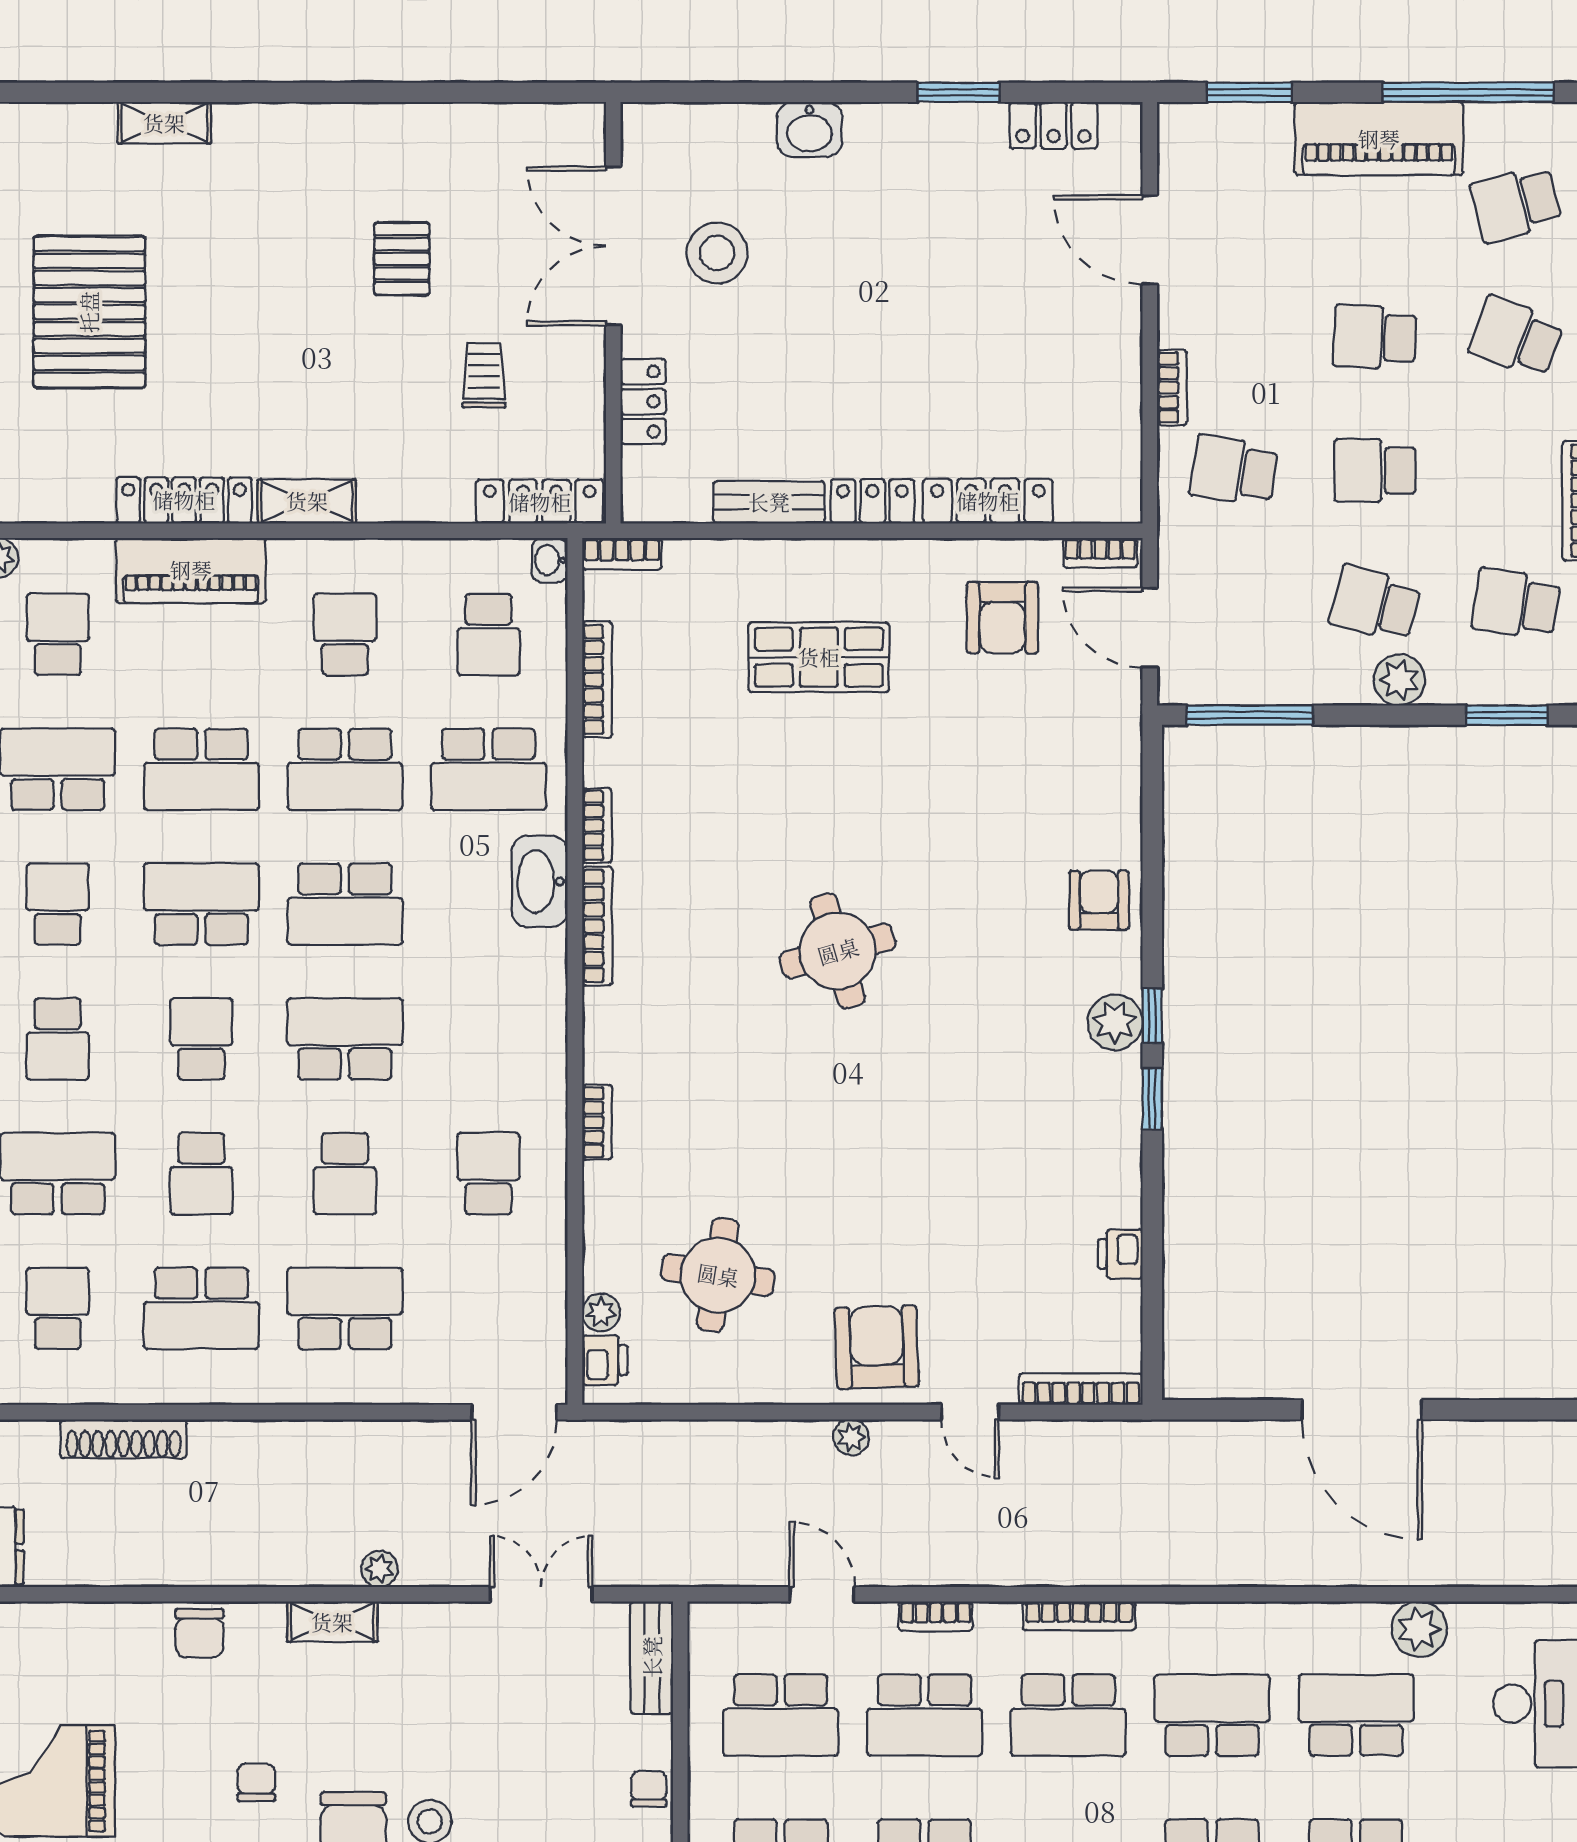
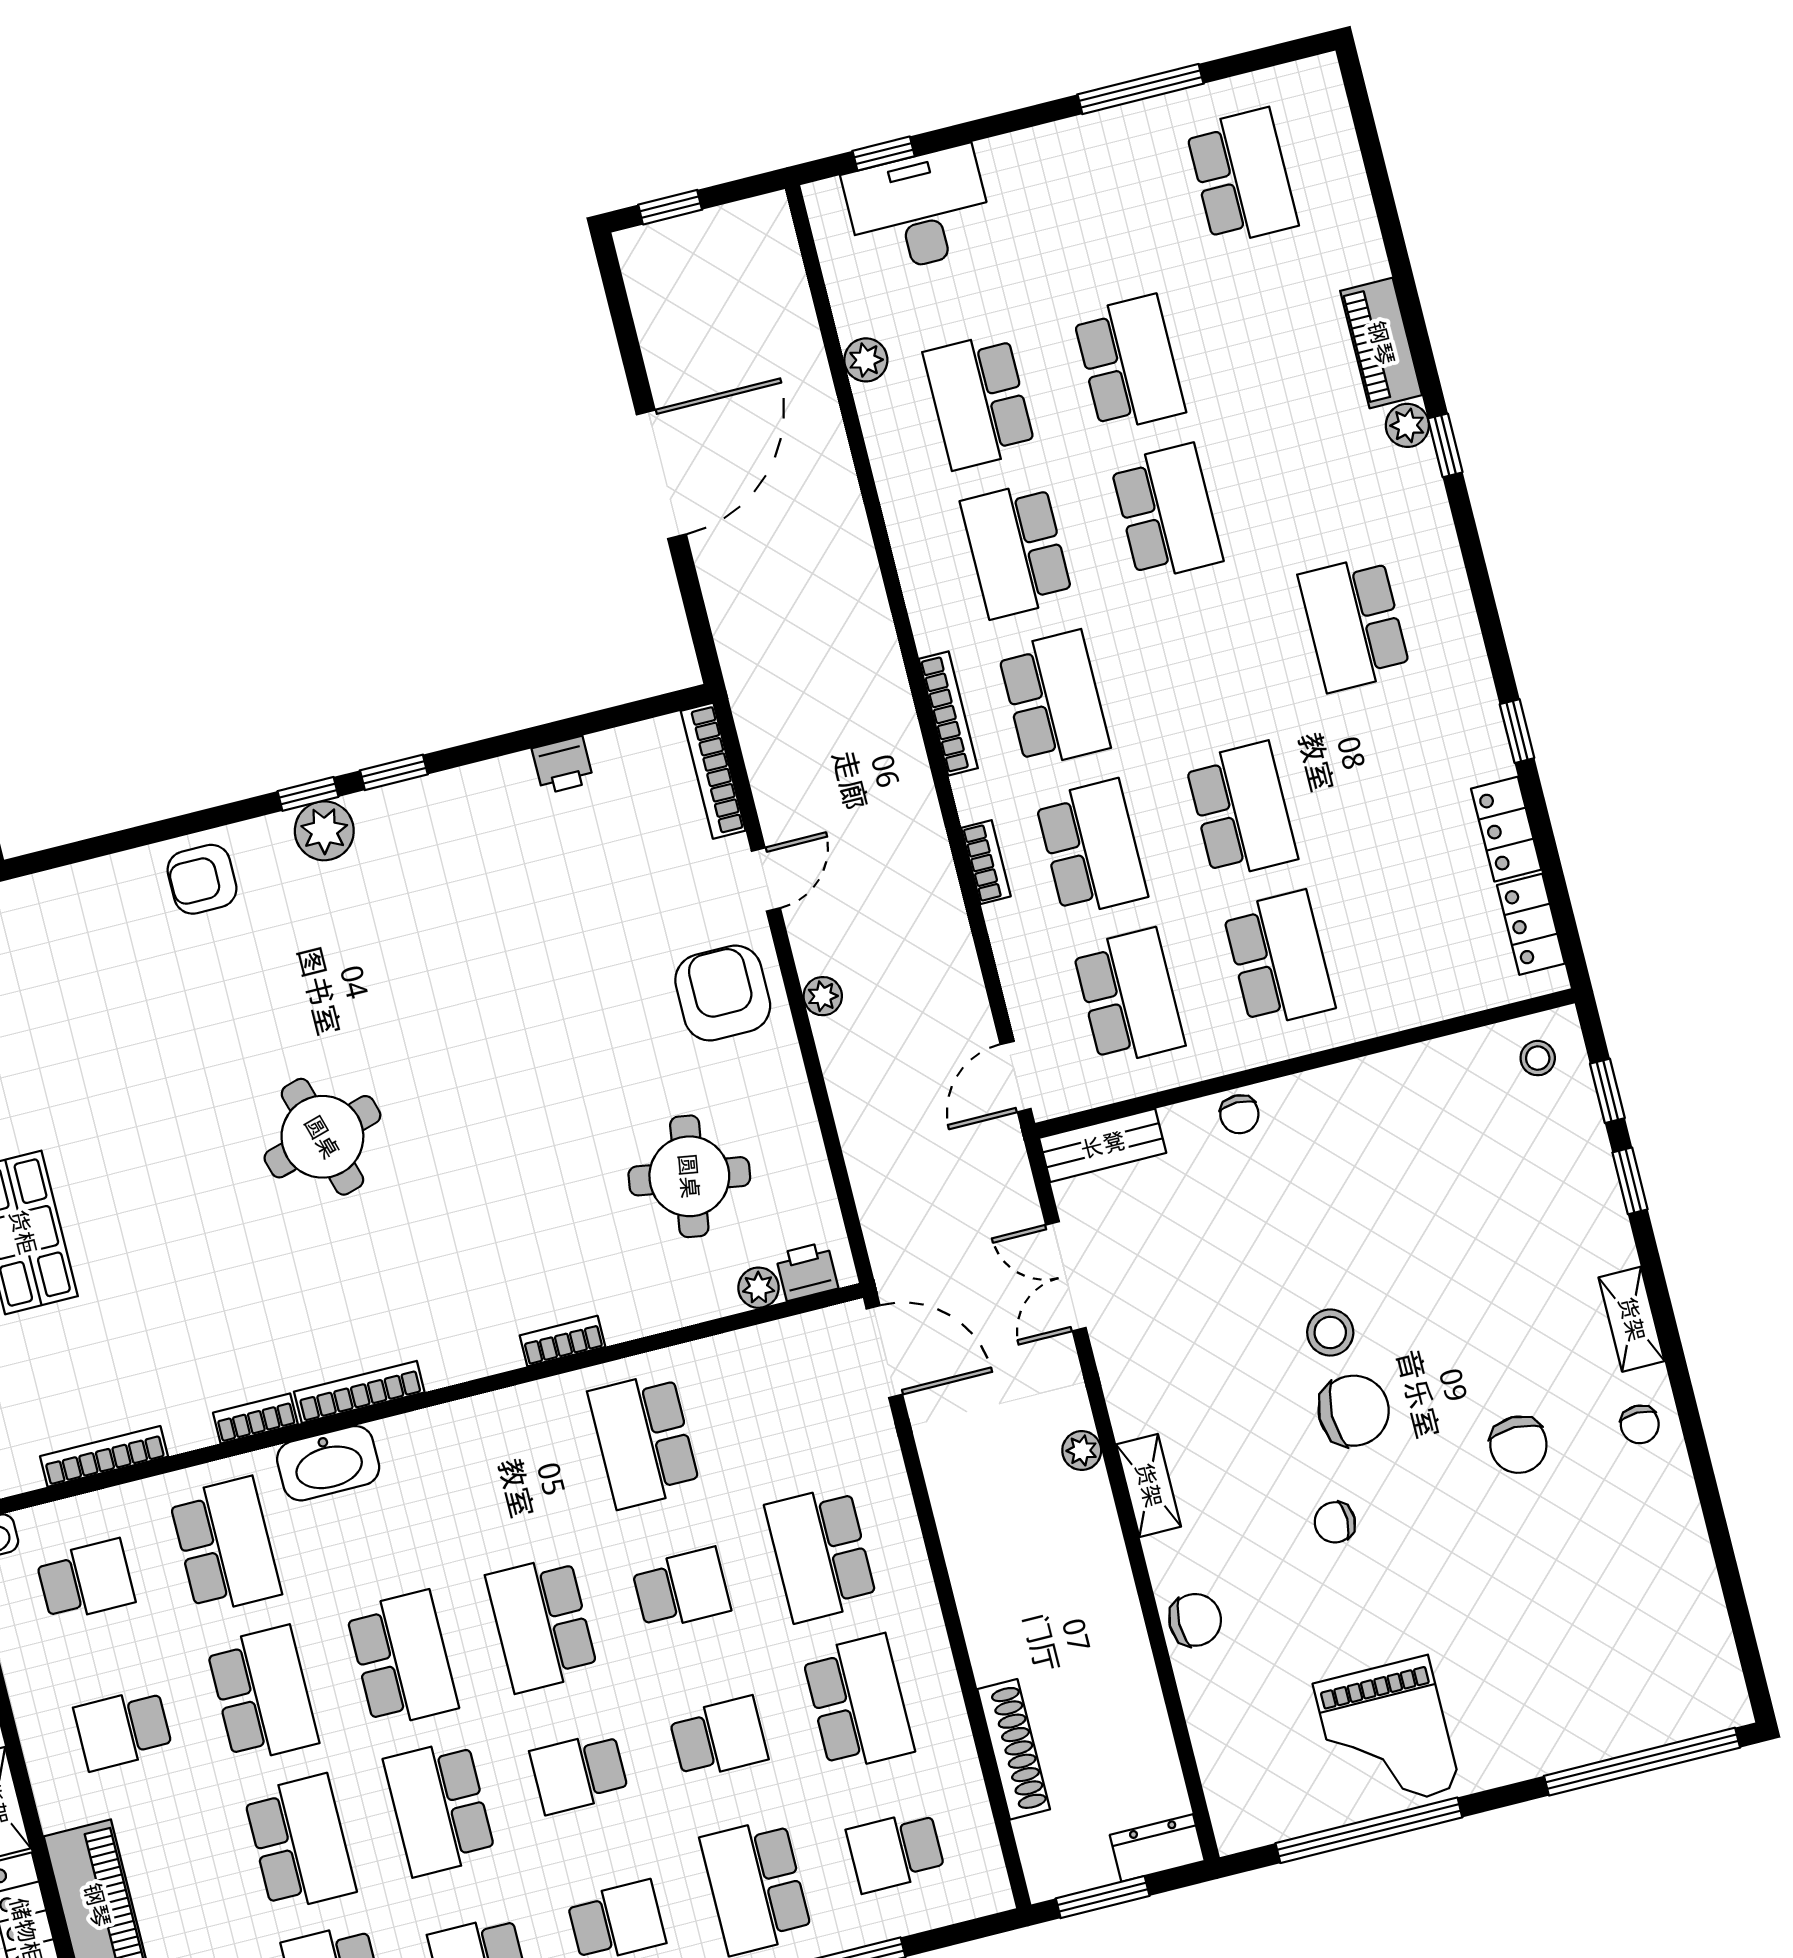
school desk: (489, 1174) -> (644, 1440), width x1.85
armchair: (877, 1347) -> (723, 993), turned 92
door: (822, 1594) -> (1016, 1077), moved
plant: (1419, 1629) -> (866, 360), width x0.73, depth x0.73
chair: (649, 1789) -> (1239, 1114), turned -90

